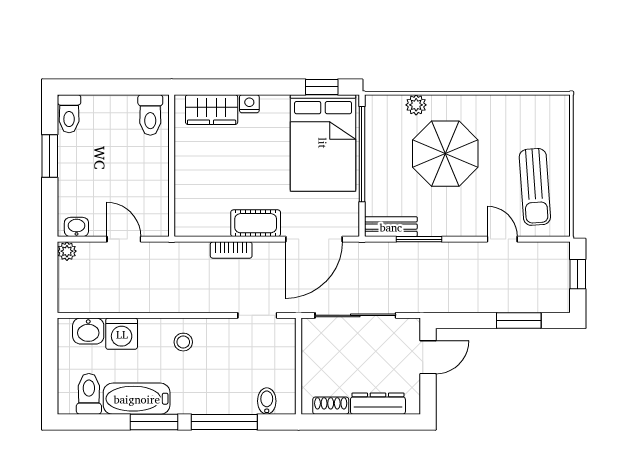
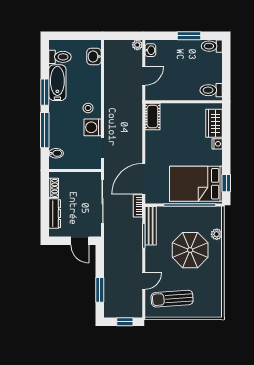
cot: (256, 223) -> (152, 117), moved
bench: (391, 227) -> (151, 226), width x1.36
door: (314, 239) -> (144, 179), hinge flipped
bookcase: (231, 250) -> (138, 206), moved
washing machine: (122, 334) -> (93, 127), moved

